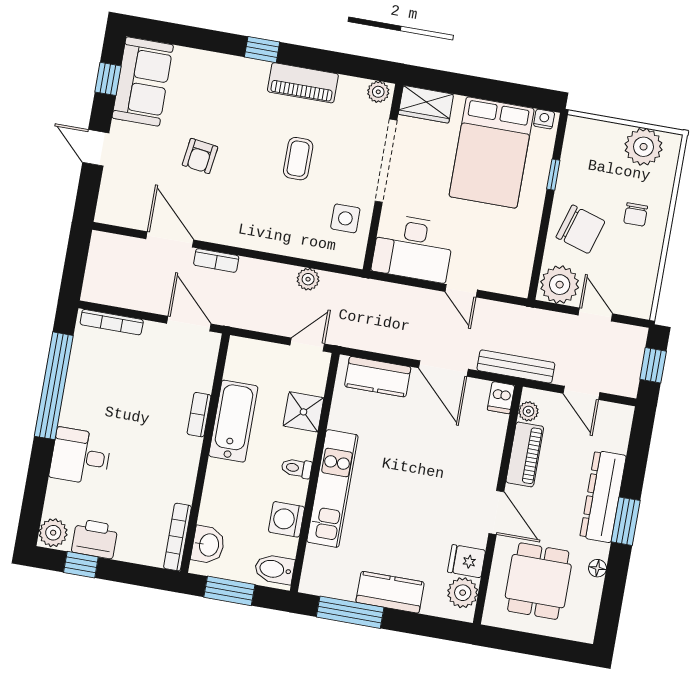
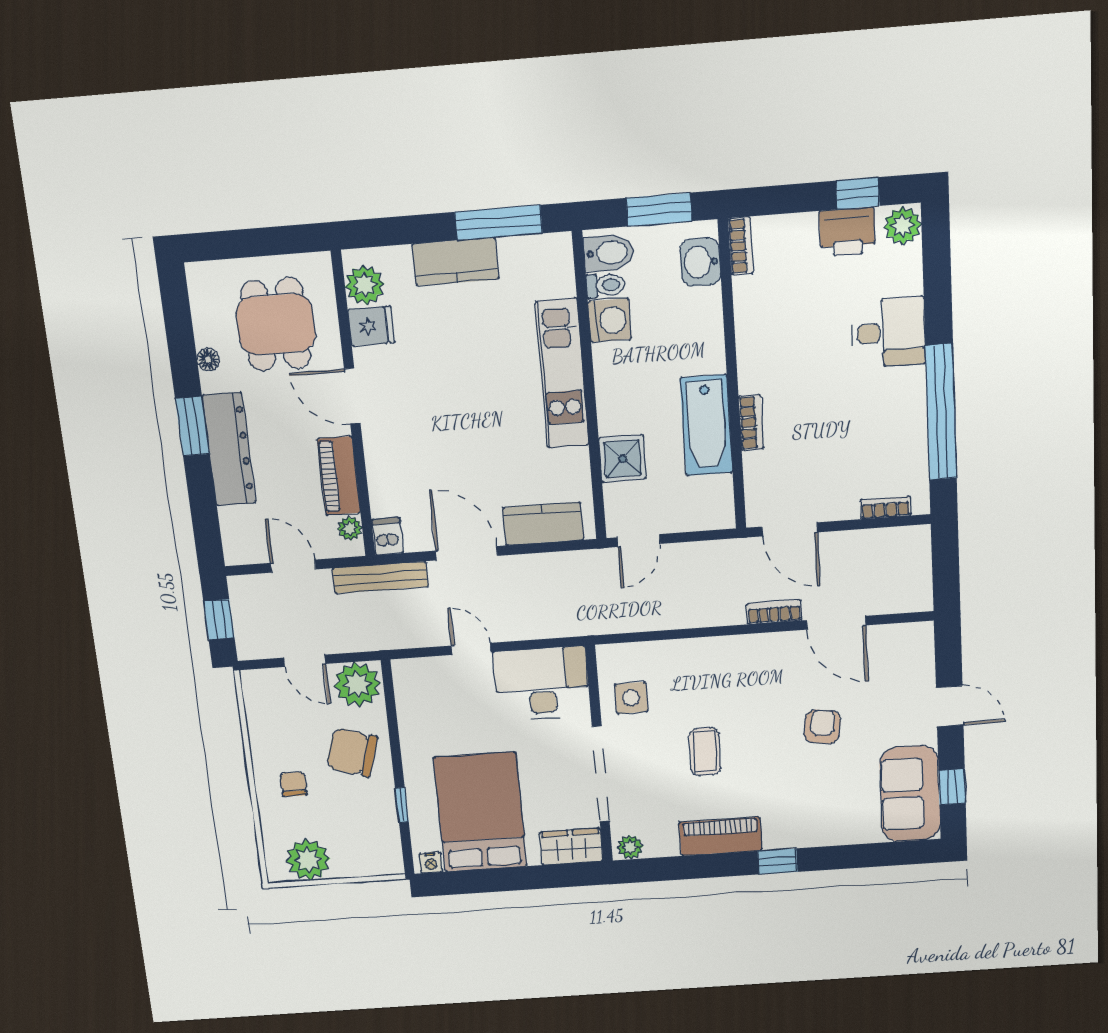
plant: (308, 279) -> (658, 617), removed
bookcase: (112, 322) -> (885, 508), width x0.64
toilet: (297, 468) -> (606, 285), moved
bookcase: (177, 537) -> (741, 246), width x0.64

